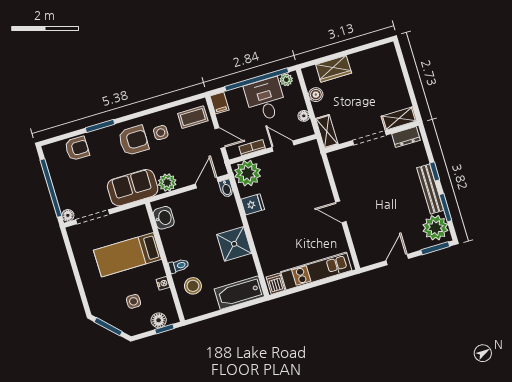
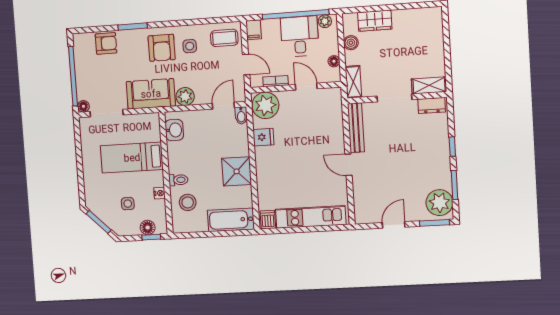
armchair: (133, 140) -> (162, 48), turned 90
bench: (430, 189) -> (356, 128), moved

